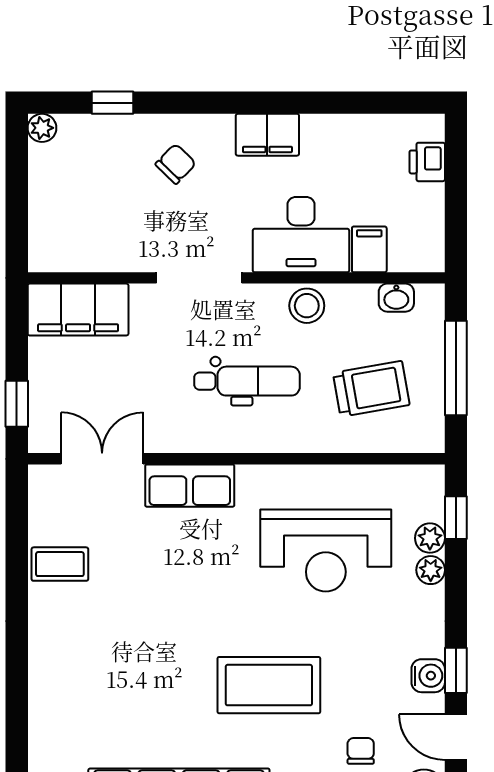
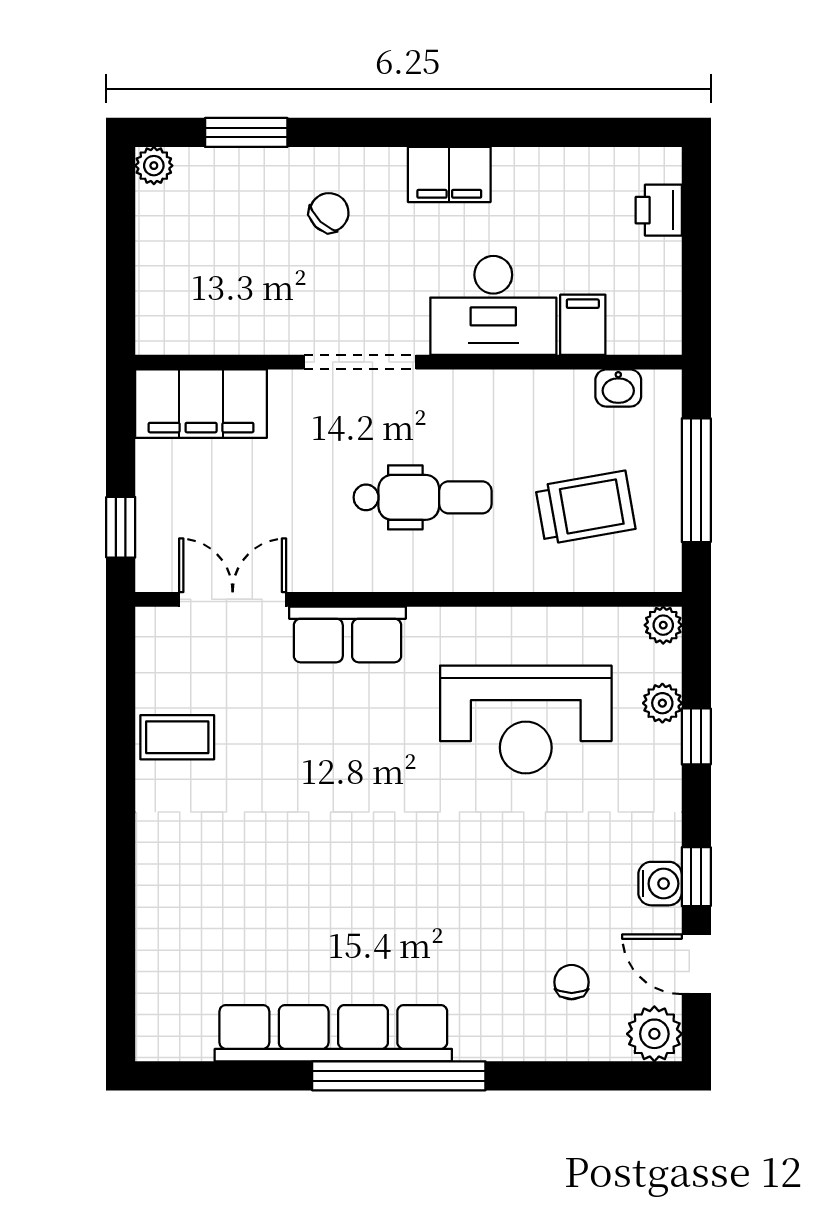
window: (113, 103) -> (246, 132), width x1.50
stool: (307, 306) -> (501, 399), removed
window: (456, 518) -> (696, 736), moved
plant: (431, 570) -> (663, 625), moved
coffee table: (269, 685) -> (451, 896), removed

